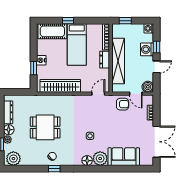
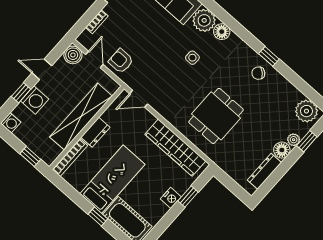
dining table: (45, 127) -> (216, 116), moved, turned 90

